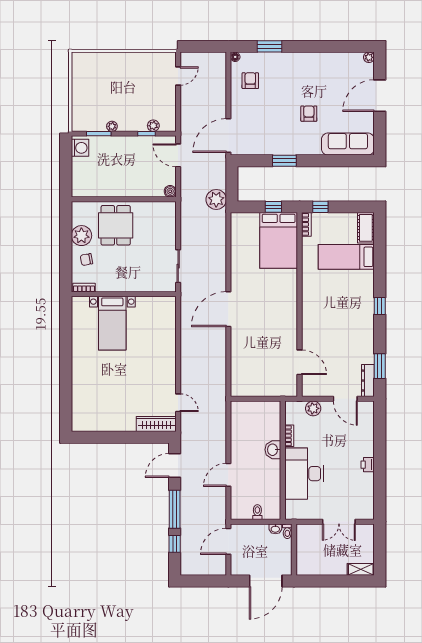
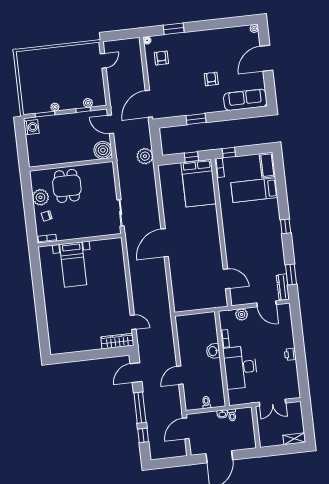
boiler: (170, 191) -> (103, 150), width x1.86, depth x1.86
wall: (294, 550) -> (256, 427), moved

